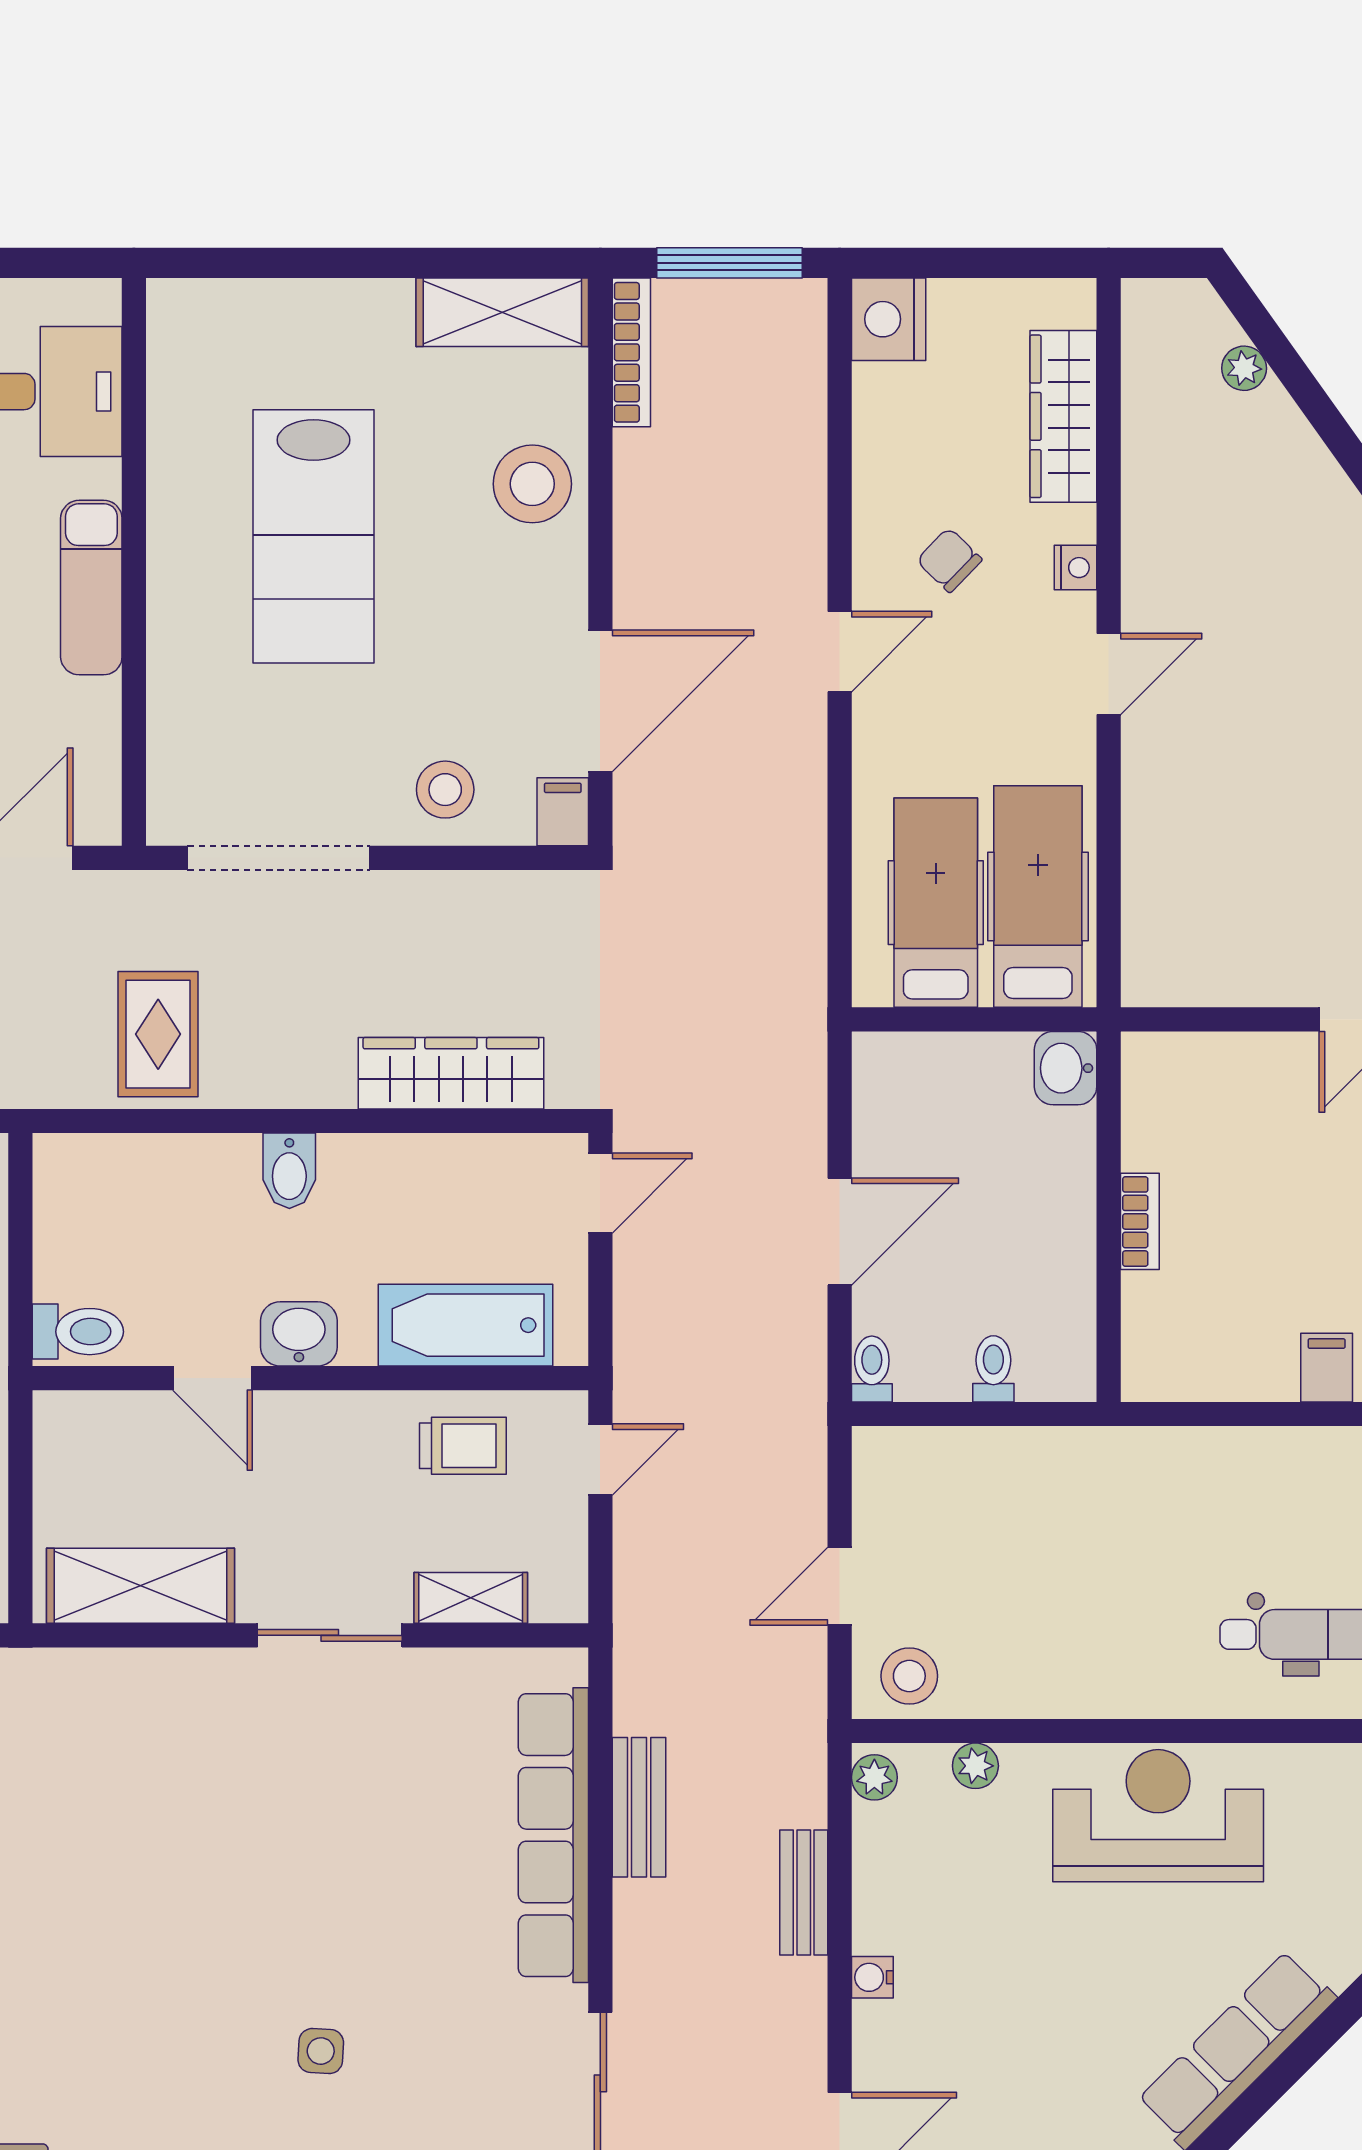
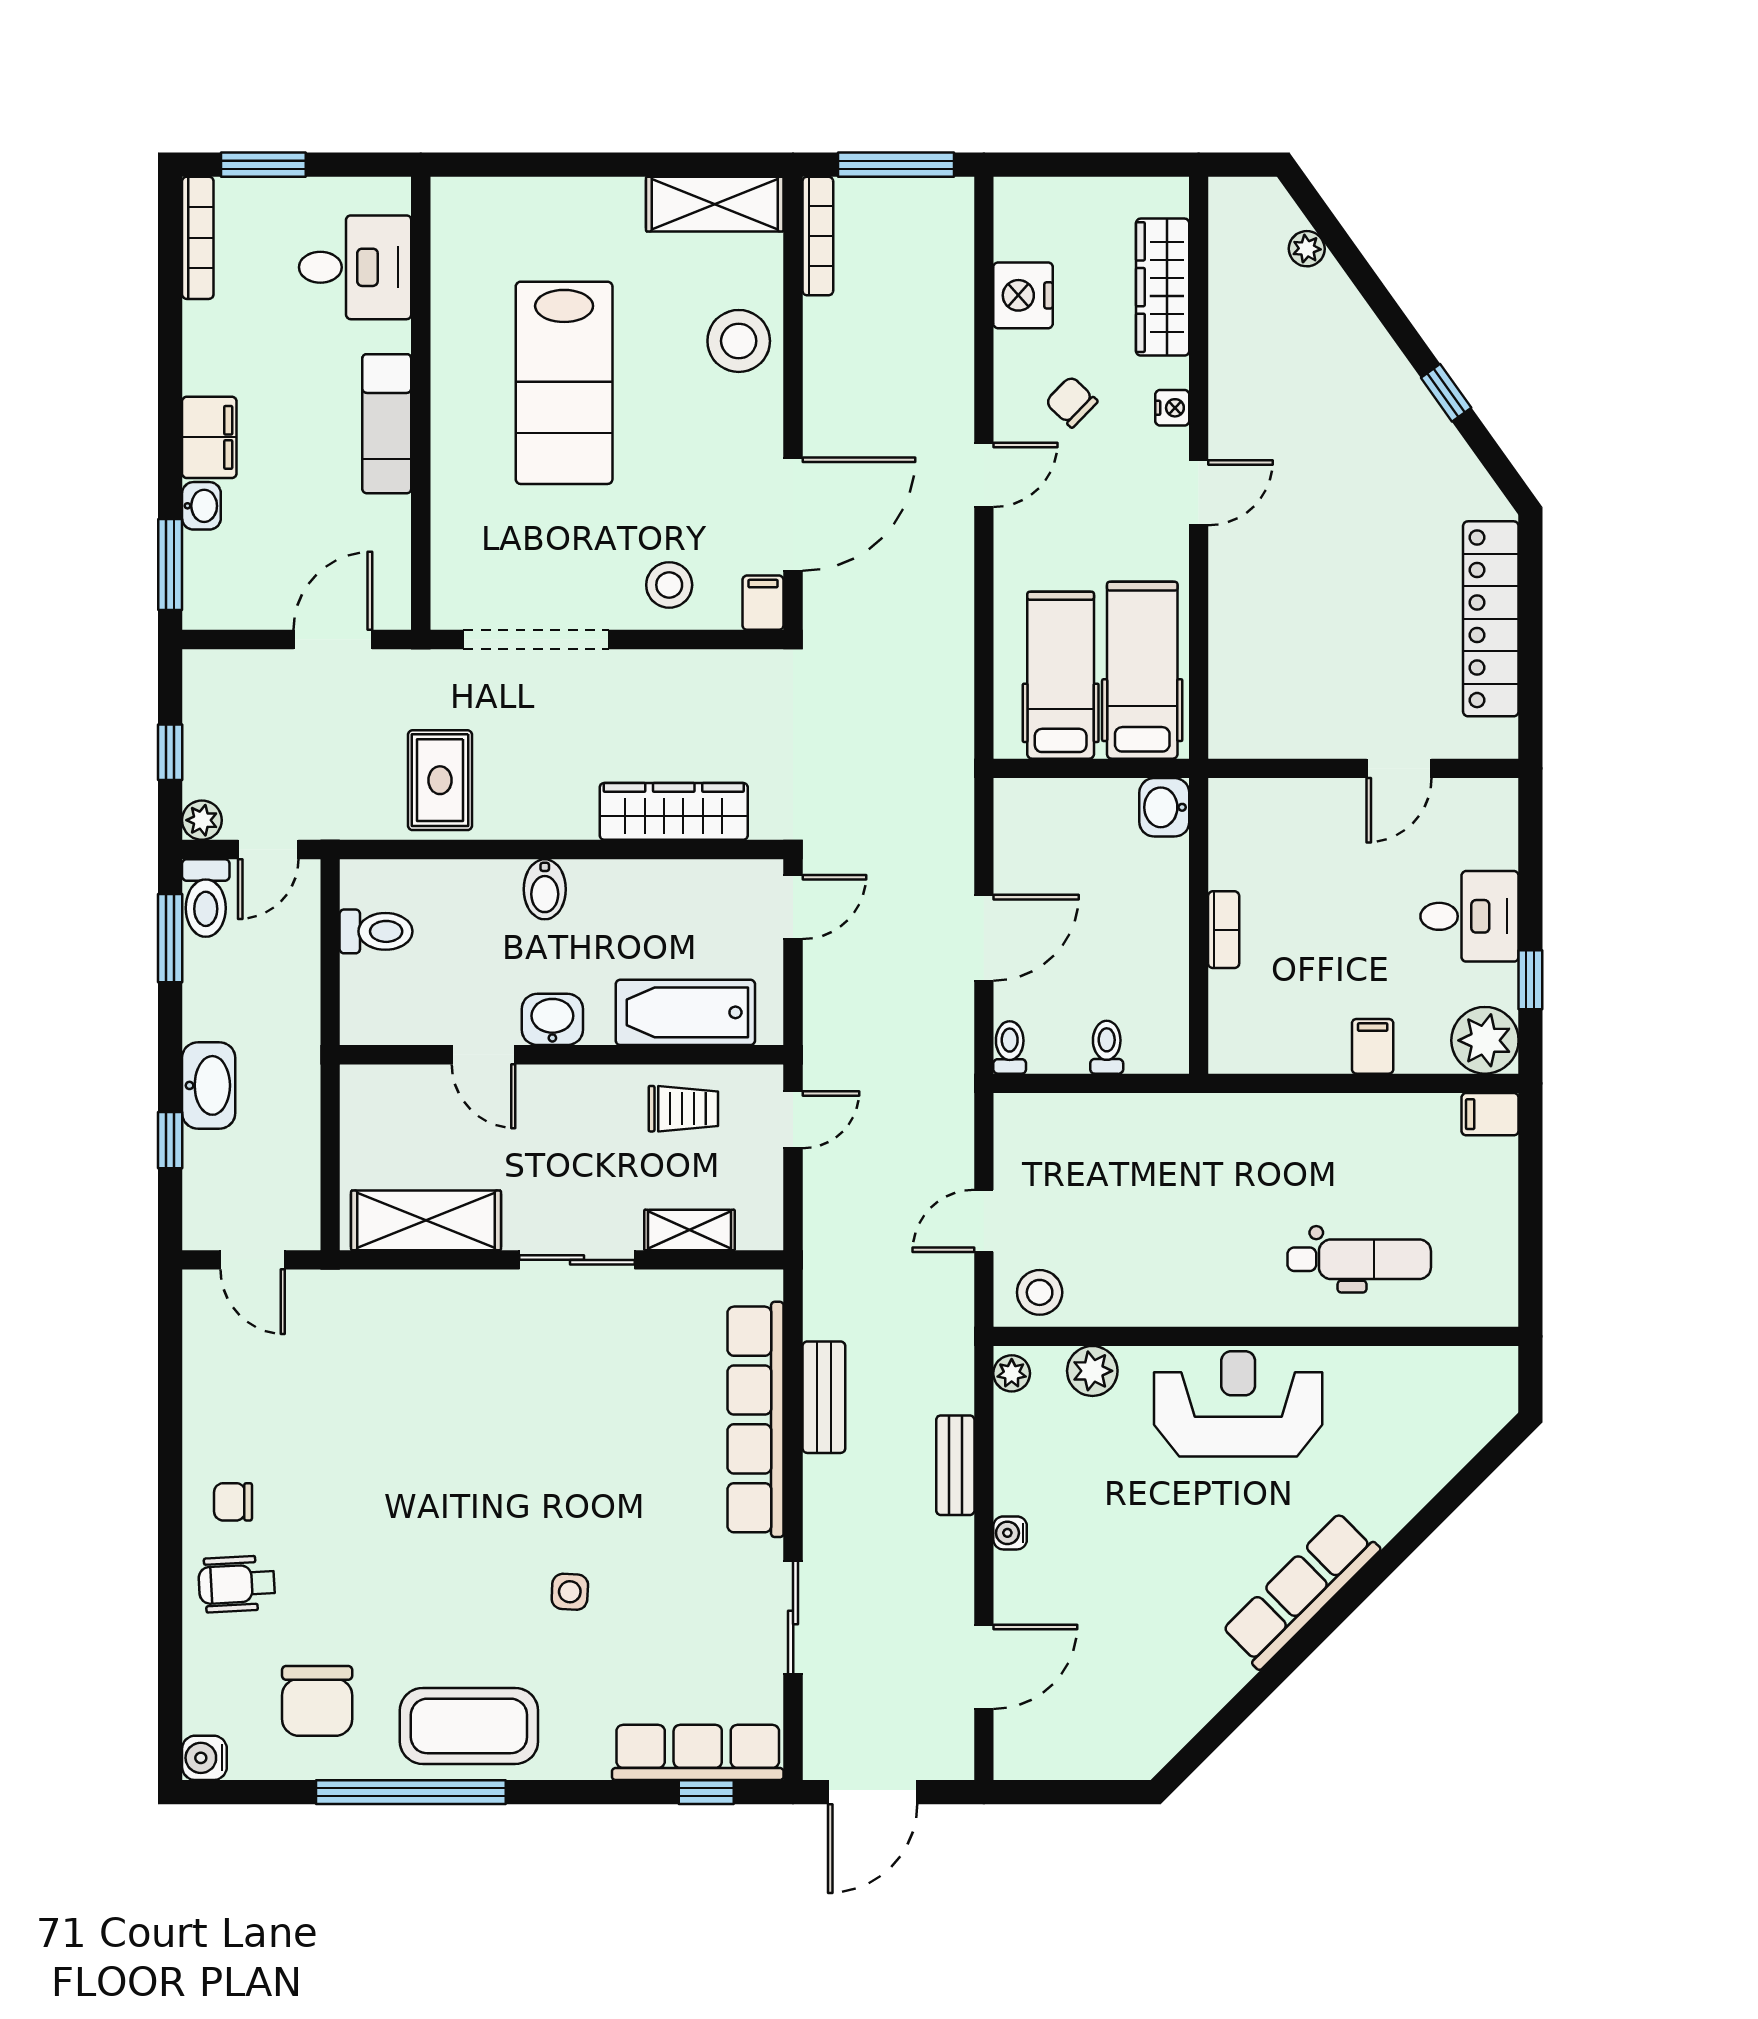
nightstand: (889, 319) -> (1023, 295), moved
toilet: (78, 1332) -> (376, 931), moved
plant: (975, 1766) -> (1092, 1371), width x1.38, depth x1.38

